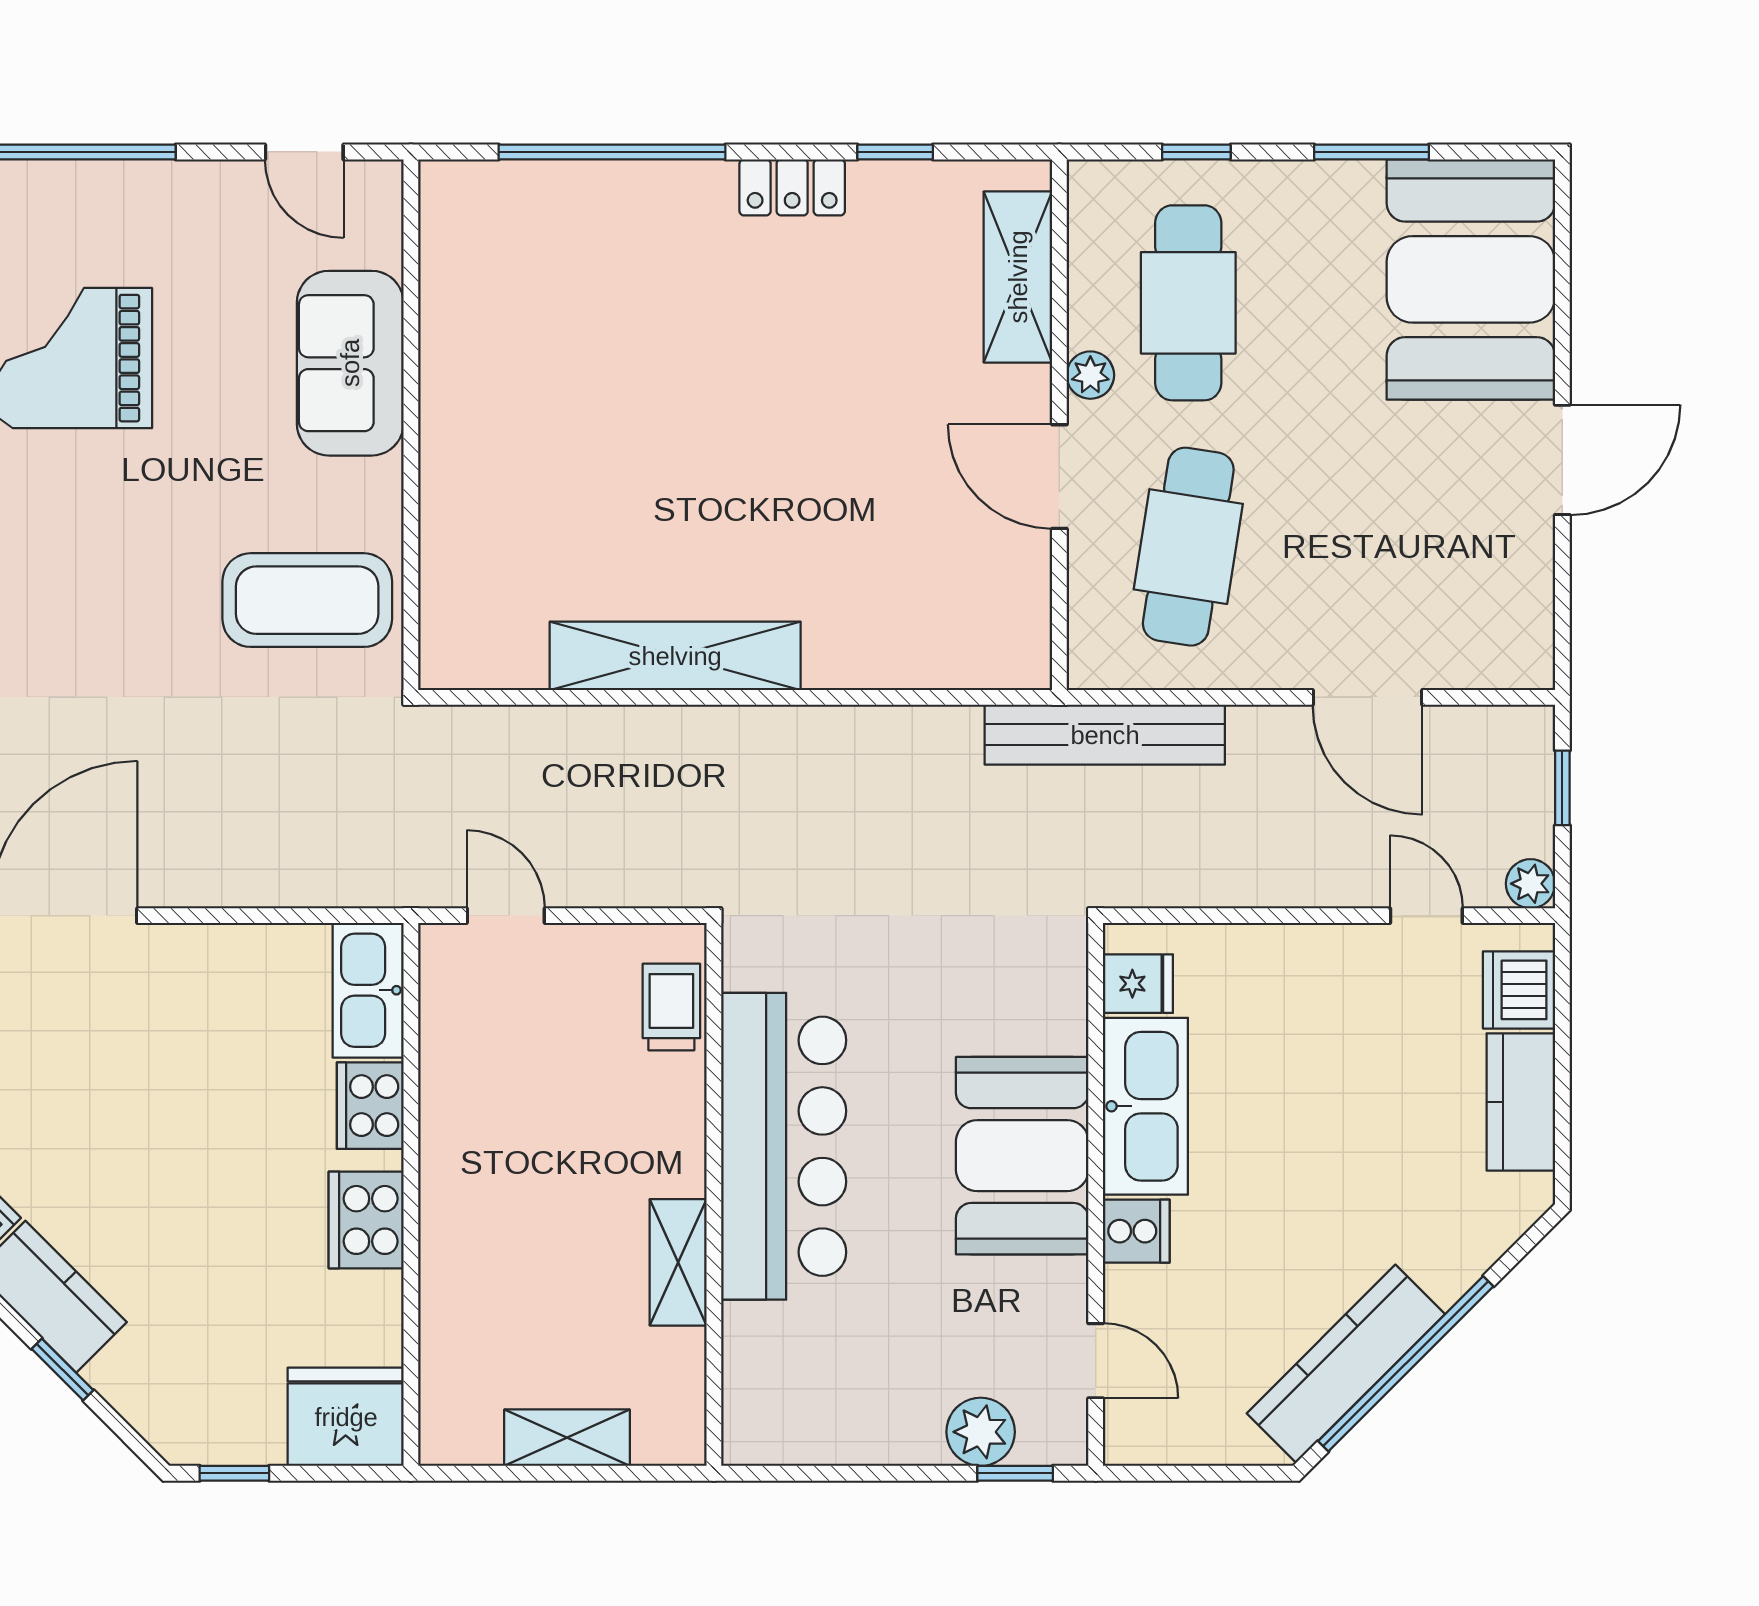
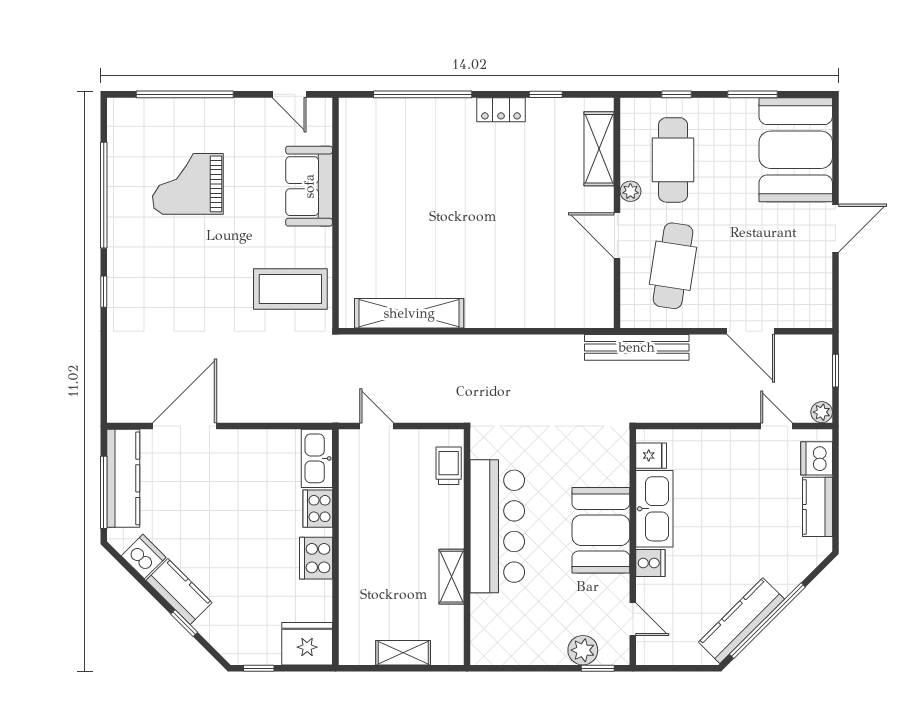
shelving: (675, 656) -> (409, 313), moved

